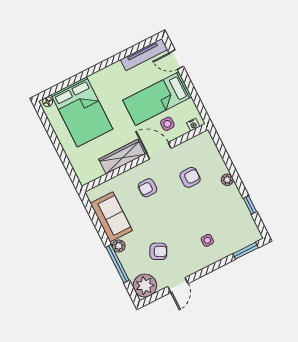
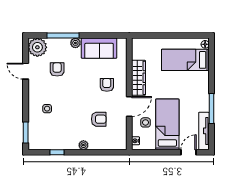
window: (115, 59) -> (211, 109), added
bed: (82, 112) -> (185, 60), width x0.67
armchair: (190, 177) -> (99, 119), turned -90
armchair: (158, 251) -> (57, 69), turned 152

